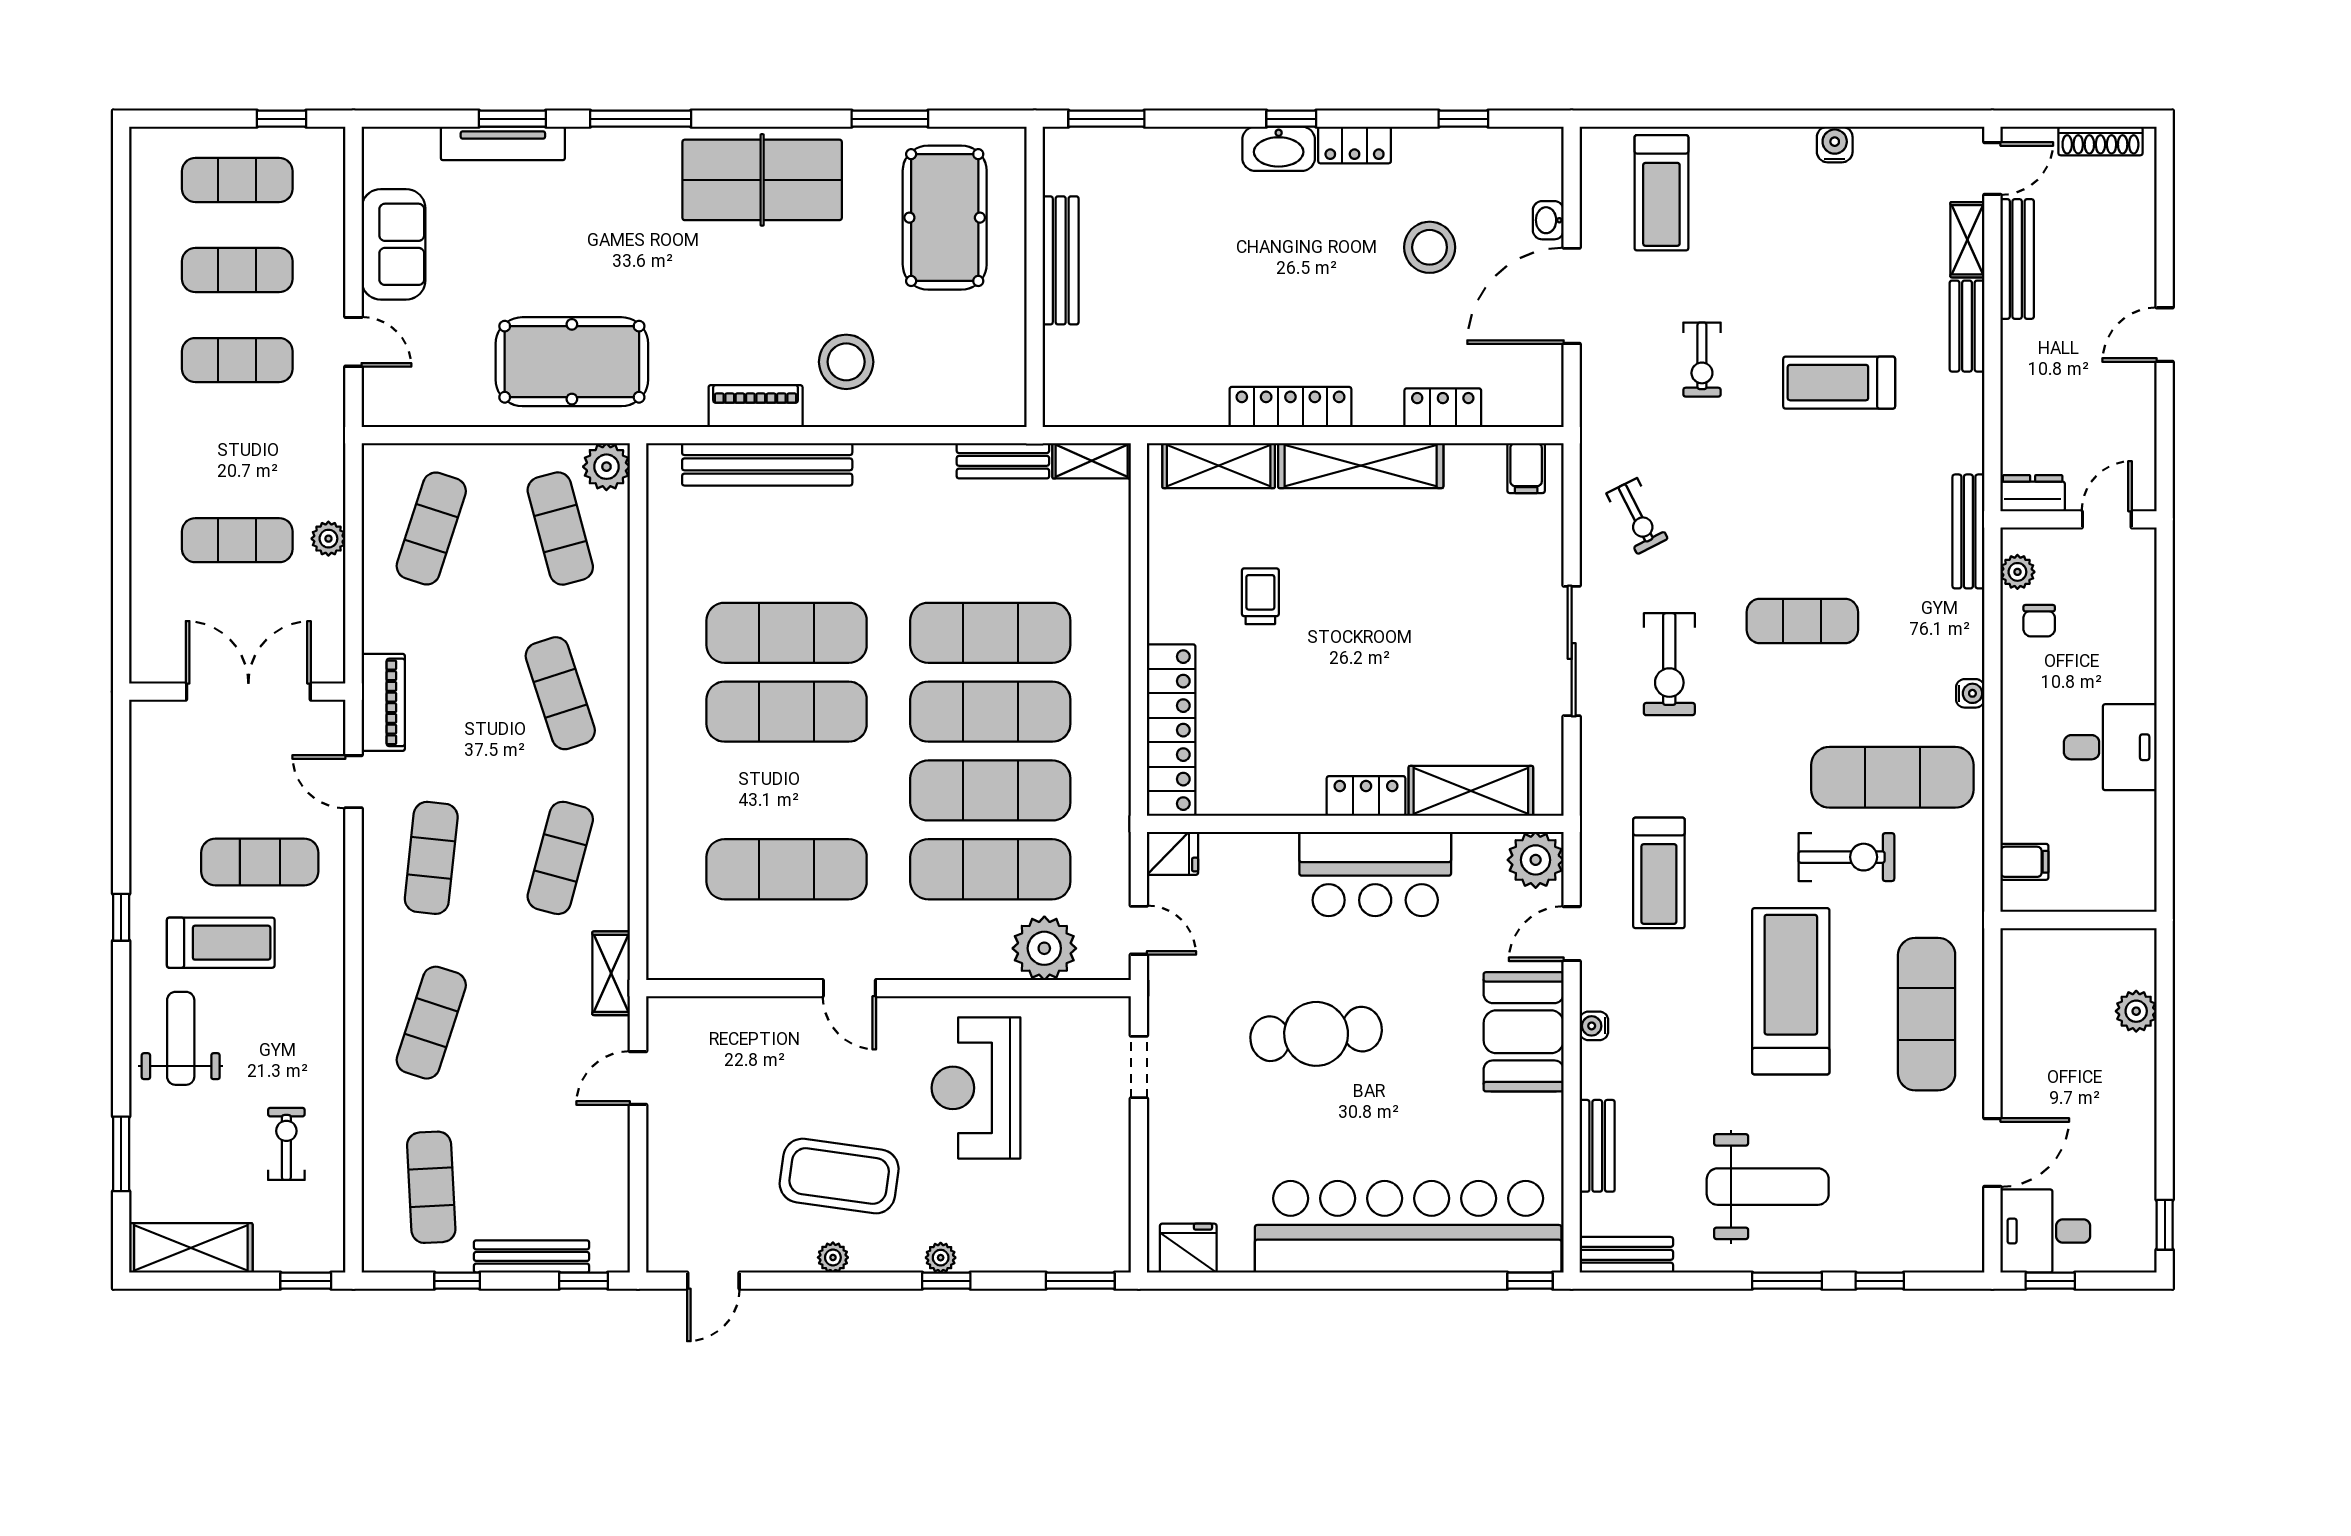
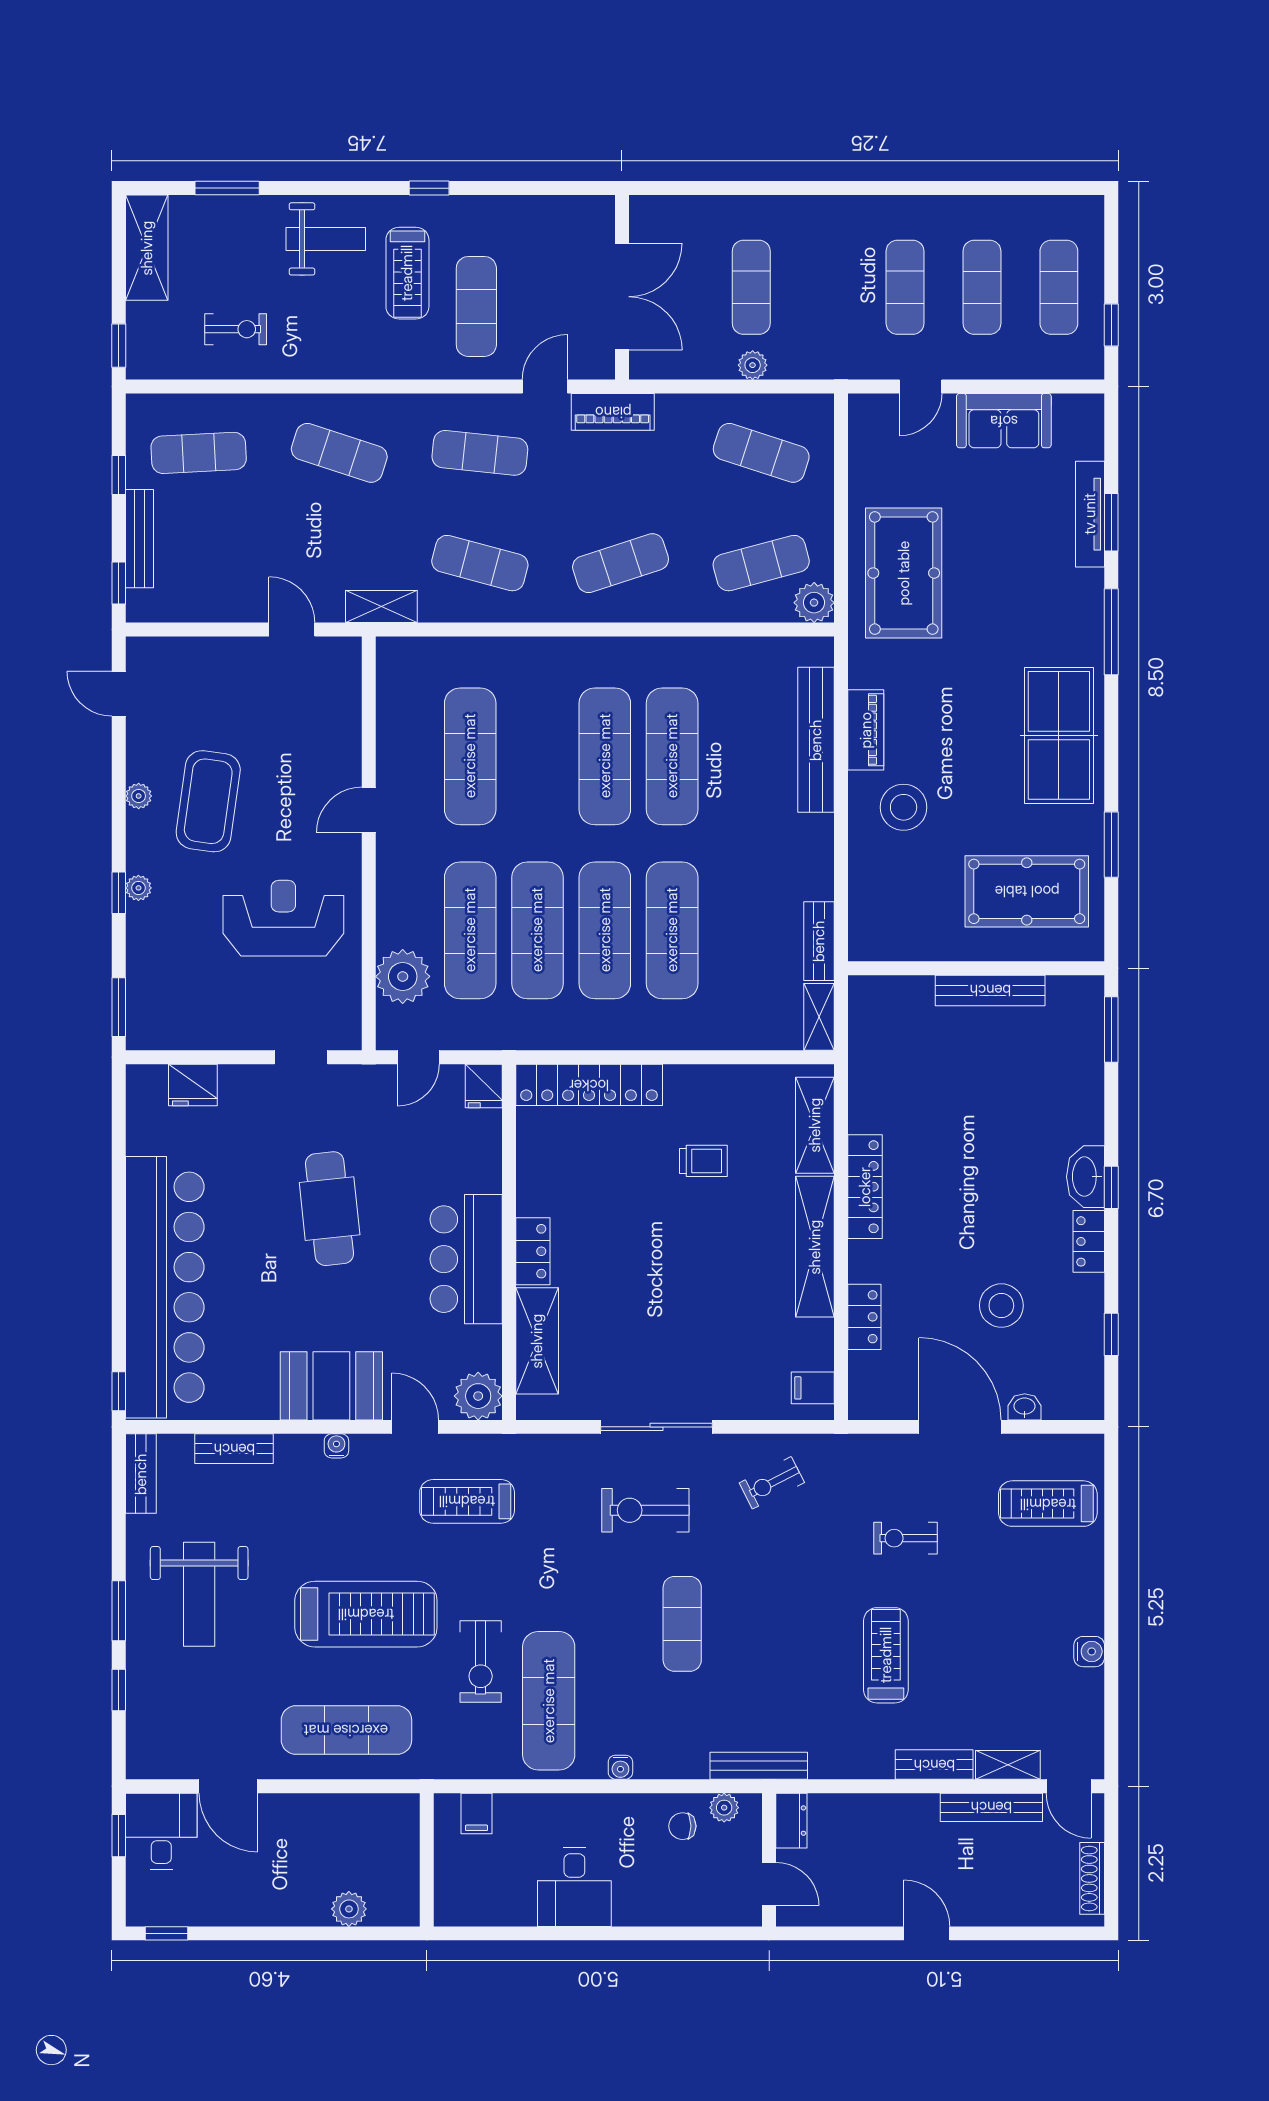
fridge: (1188, 1248) -> (193, 1085), moved, turned 90

